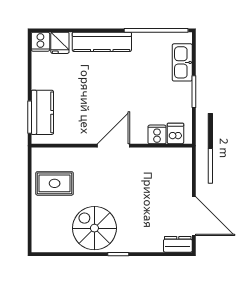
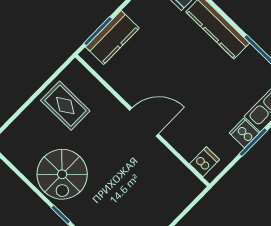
cooker: (157, 134) -> (244, 133), moved, turned -90
spiral stairs: (94, 228) -> (62, 174), turned 180

